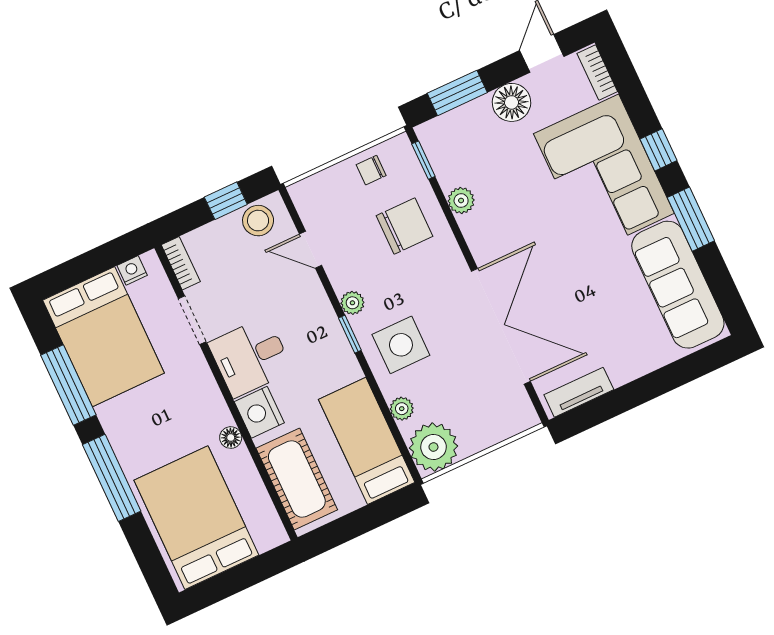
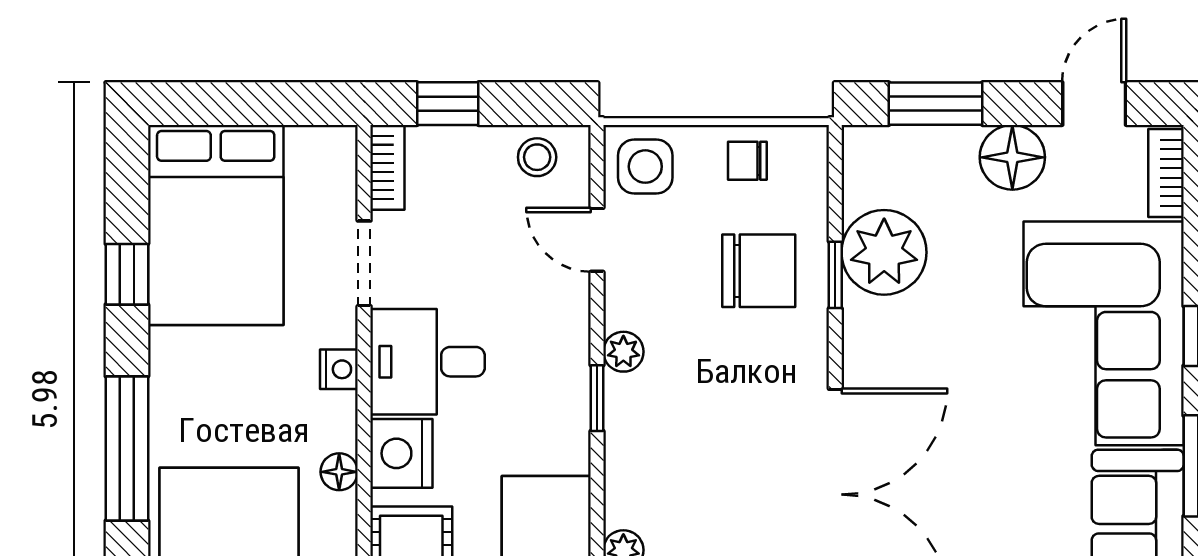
window: (423, 160) -> (835, 275), moved
window: (226, 201) -> (448, 104), moved
plant: (461, 201) -> (884, 252), width x1.88, depth x1.88
stool: (258, 221) -> (537, 157), width x0.73, depth x0.73
nightstand: (132, 270) -> (339, 369), moved, turned 90
side table: (401, 345) -> (645, 167), moved, width x0.73, depth x0.73
window: (68, 385) -> (127, 274), width x0.46

